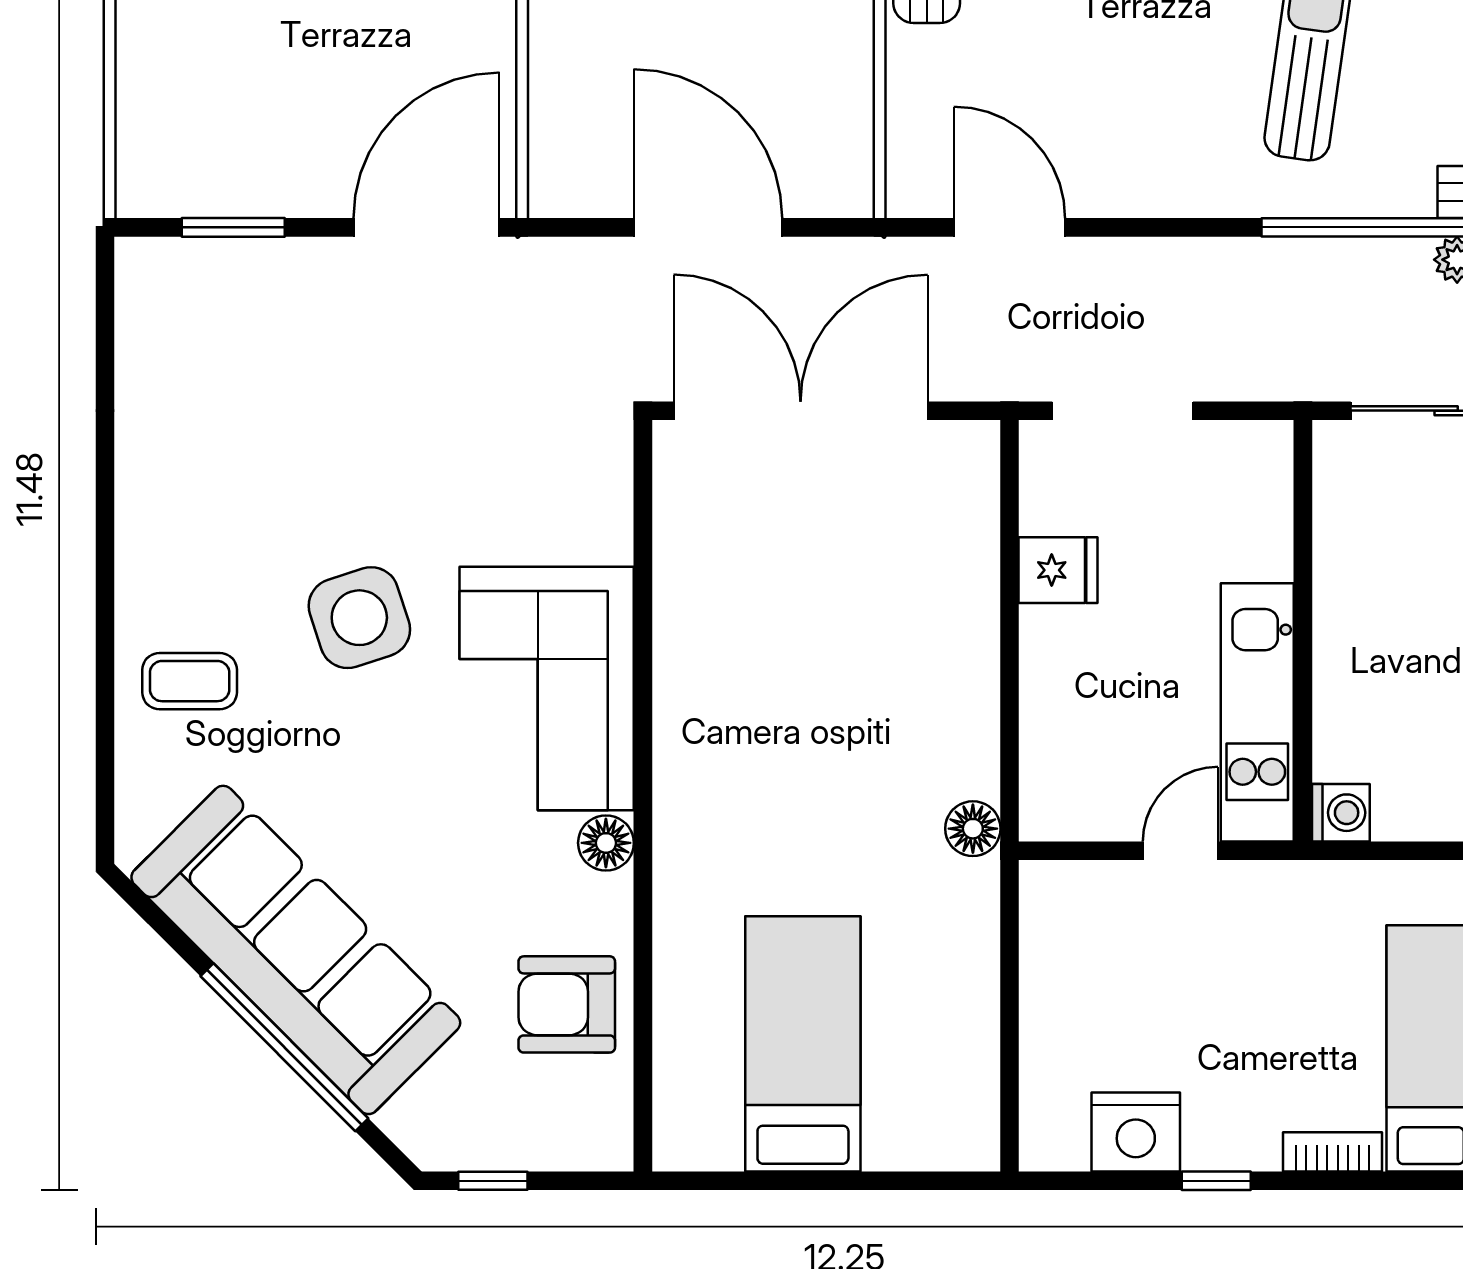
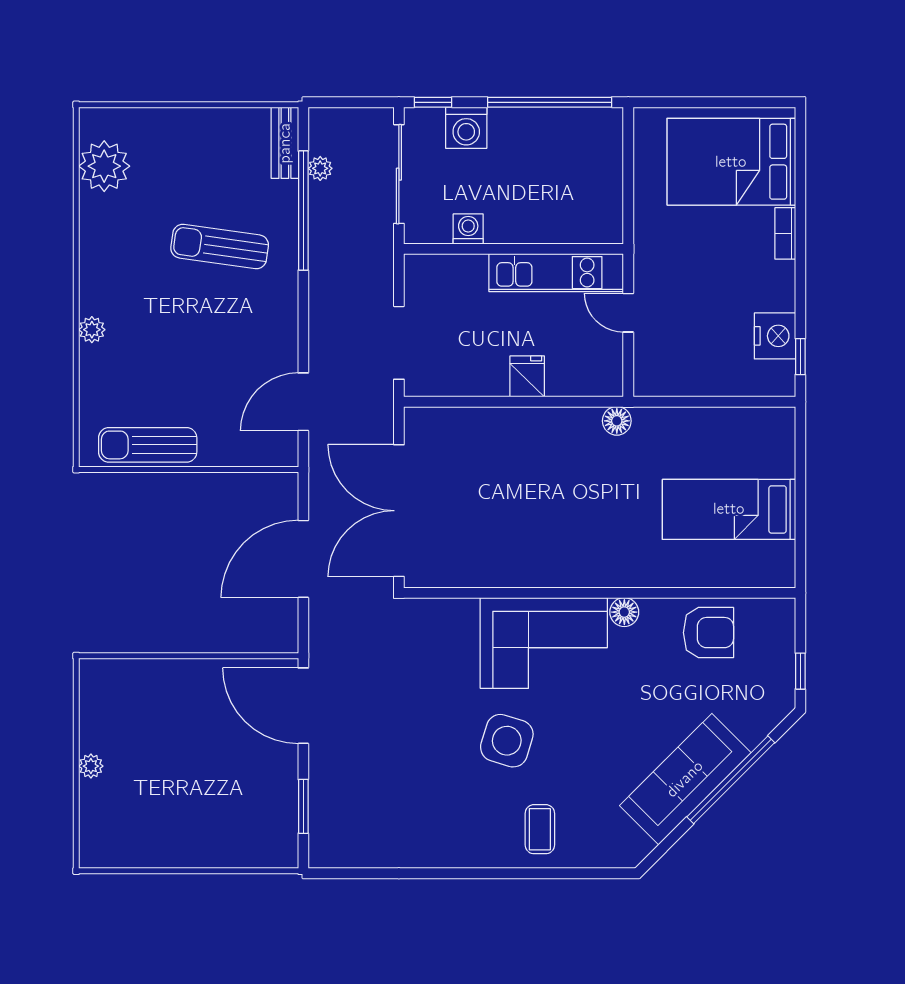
fridge: (1058, 570) -> (527, 376), moved
side table: (359, 618) -> (507, 741), turned 35
washing machine: (1341, 813) -> (468, 229), moved
sofa: (296, 950) -> (685, 779), width x0.74, depth x0.79
armchair: (567, 1004) -> (708, 633), turned -90
window: (1216, 1181) -> (800, 357), moved

